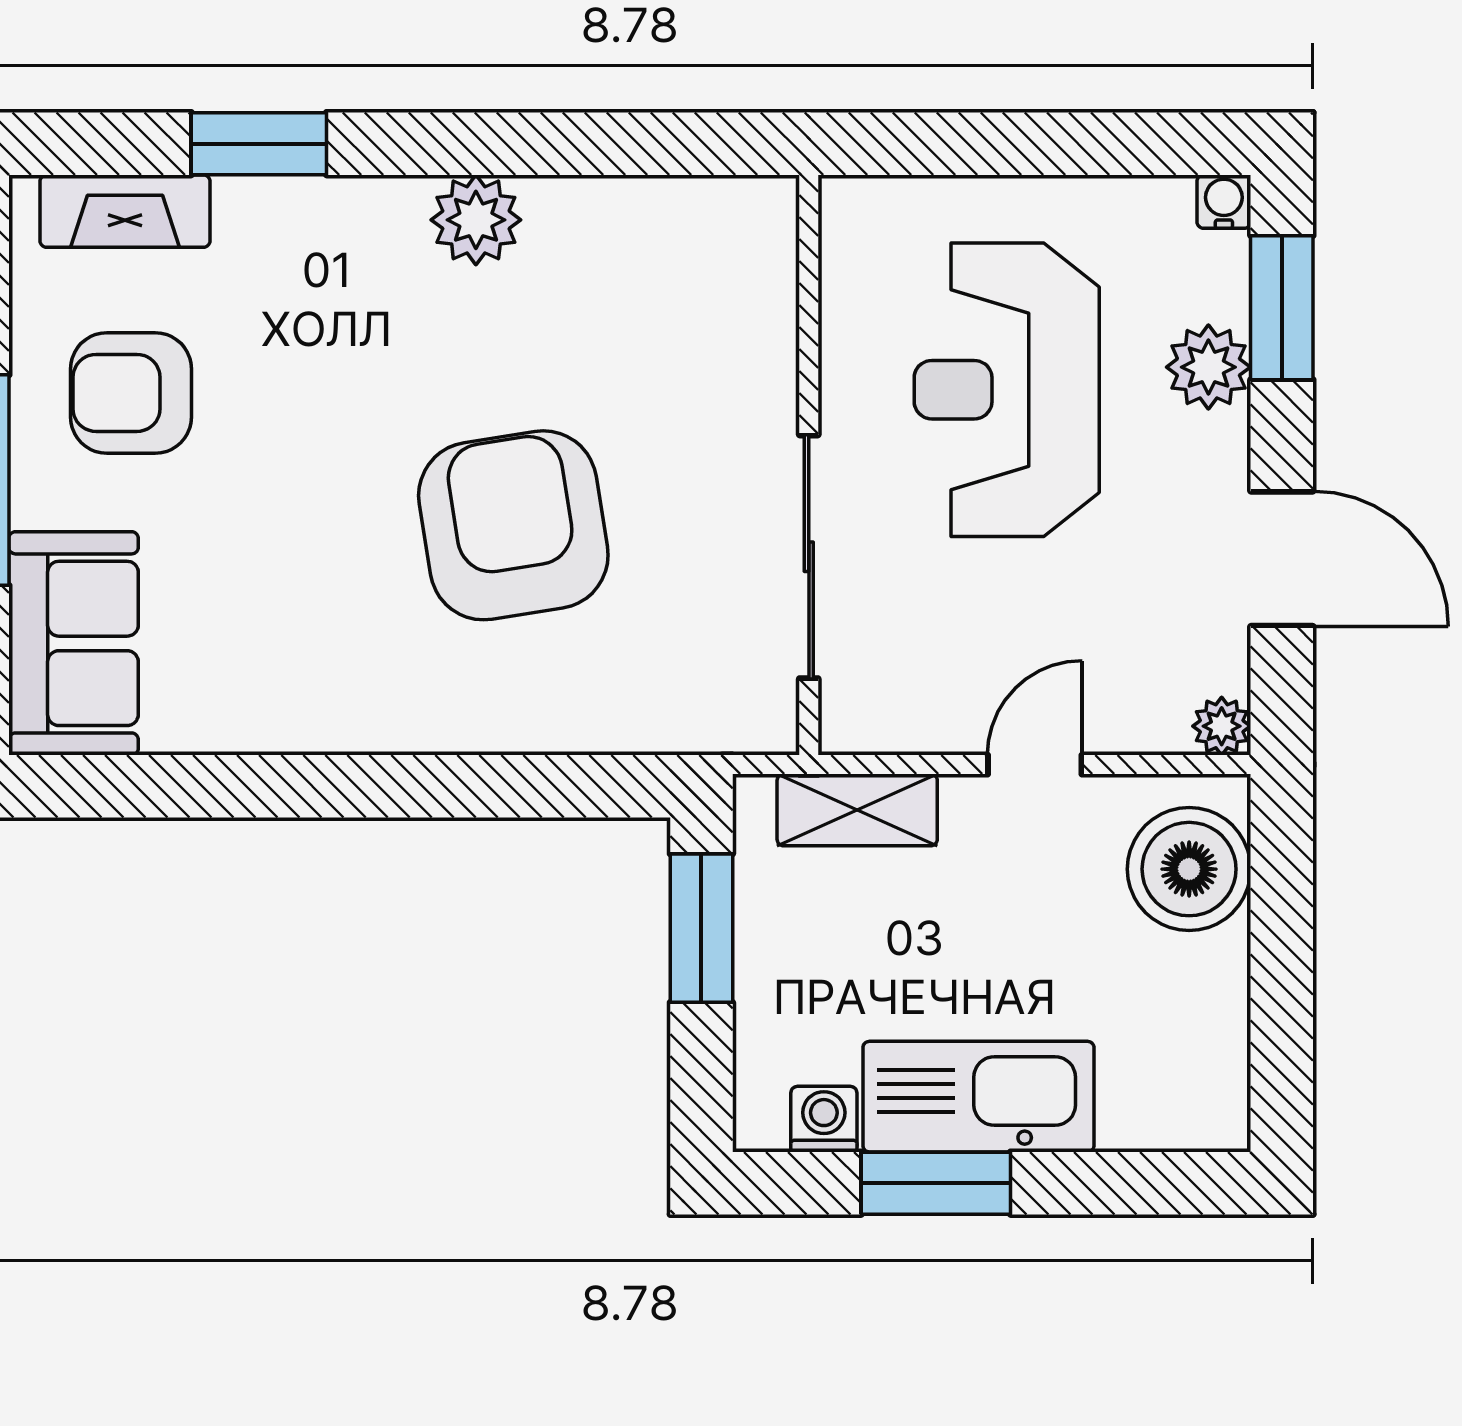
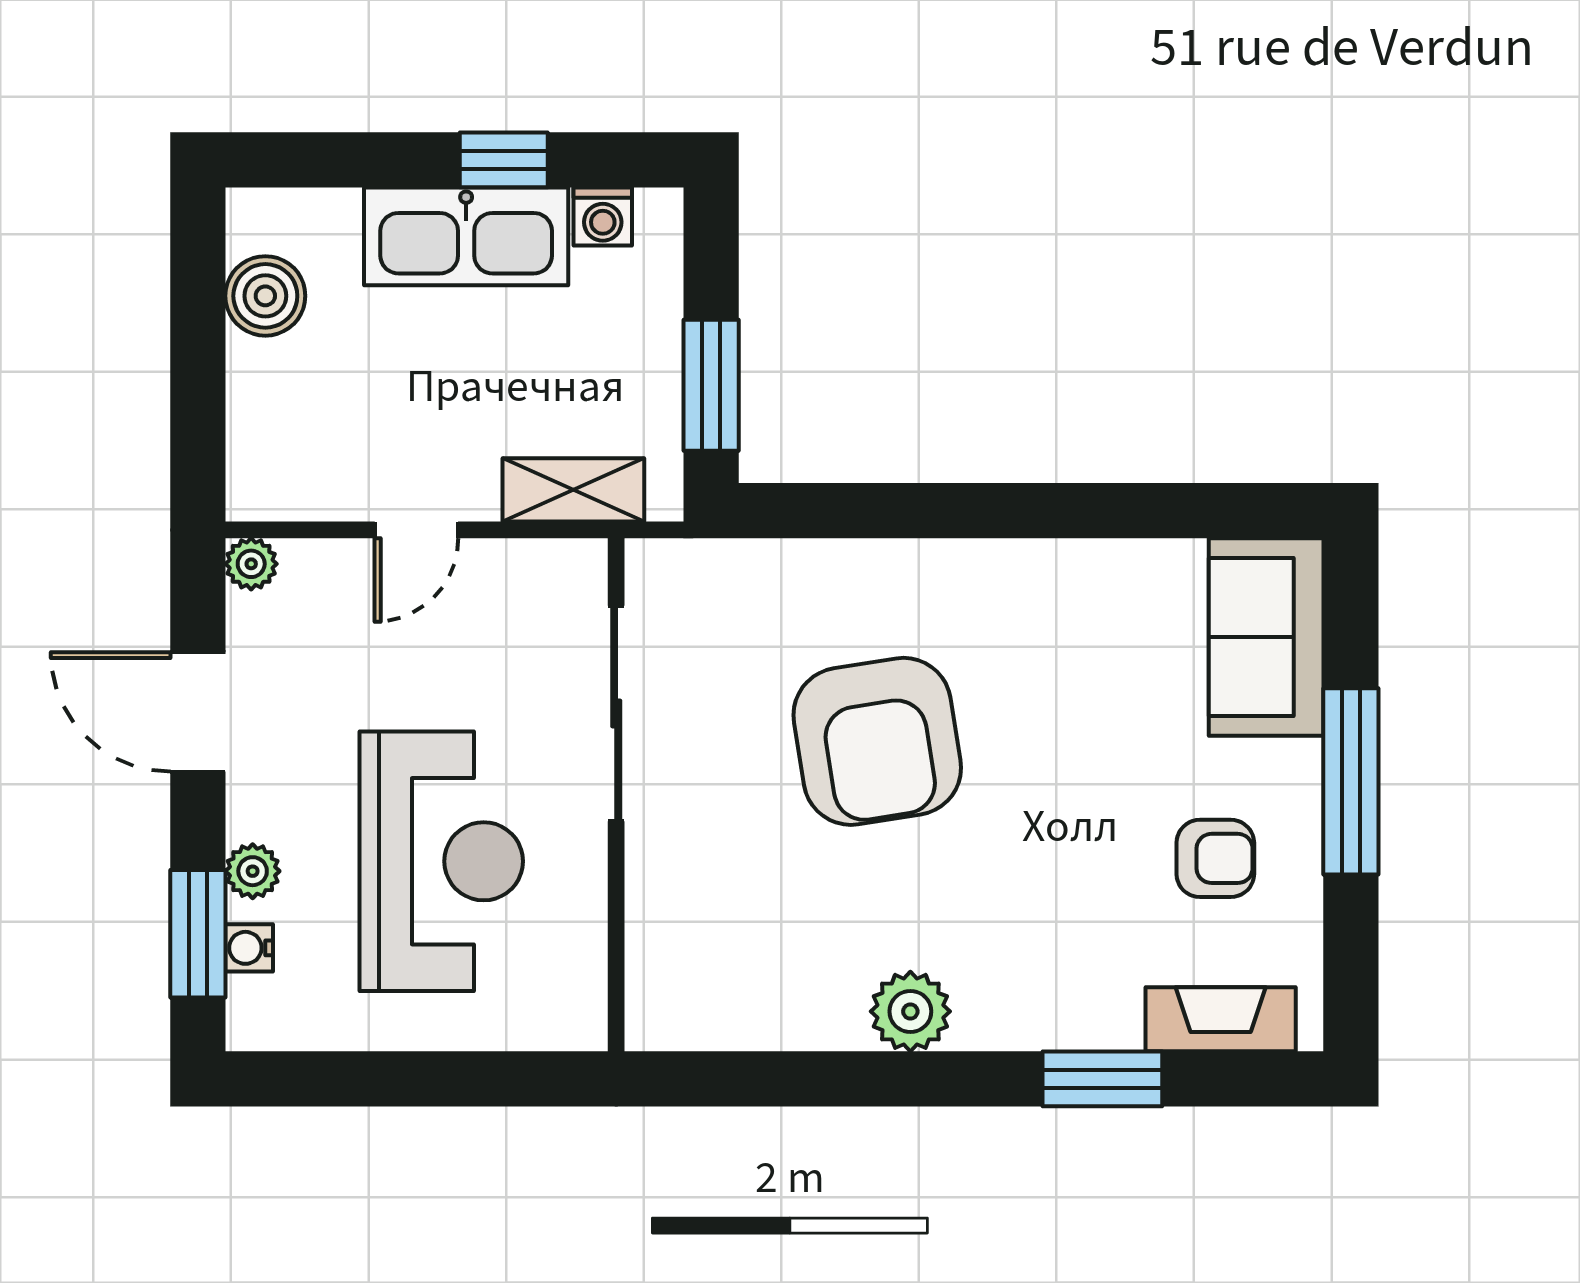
water cooler: (1224, 202) -> (249, 948), moved, turned 90
plant: (1208, 367) -> (253, 871), width x0.73, depth x0.73
armchair: (131, 393) -> (1215, 858), width x0.72, depth x0.72
boiler: (1189, 869) -> (265, 296), moved, width x0.73, depth x0.73
window: (936, 1183) -> (504, 160), width x0.67

